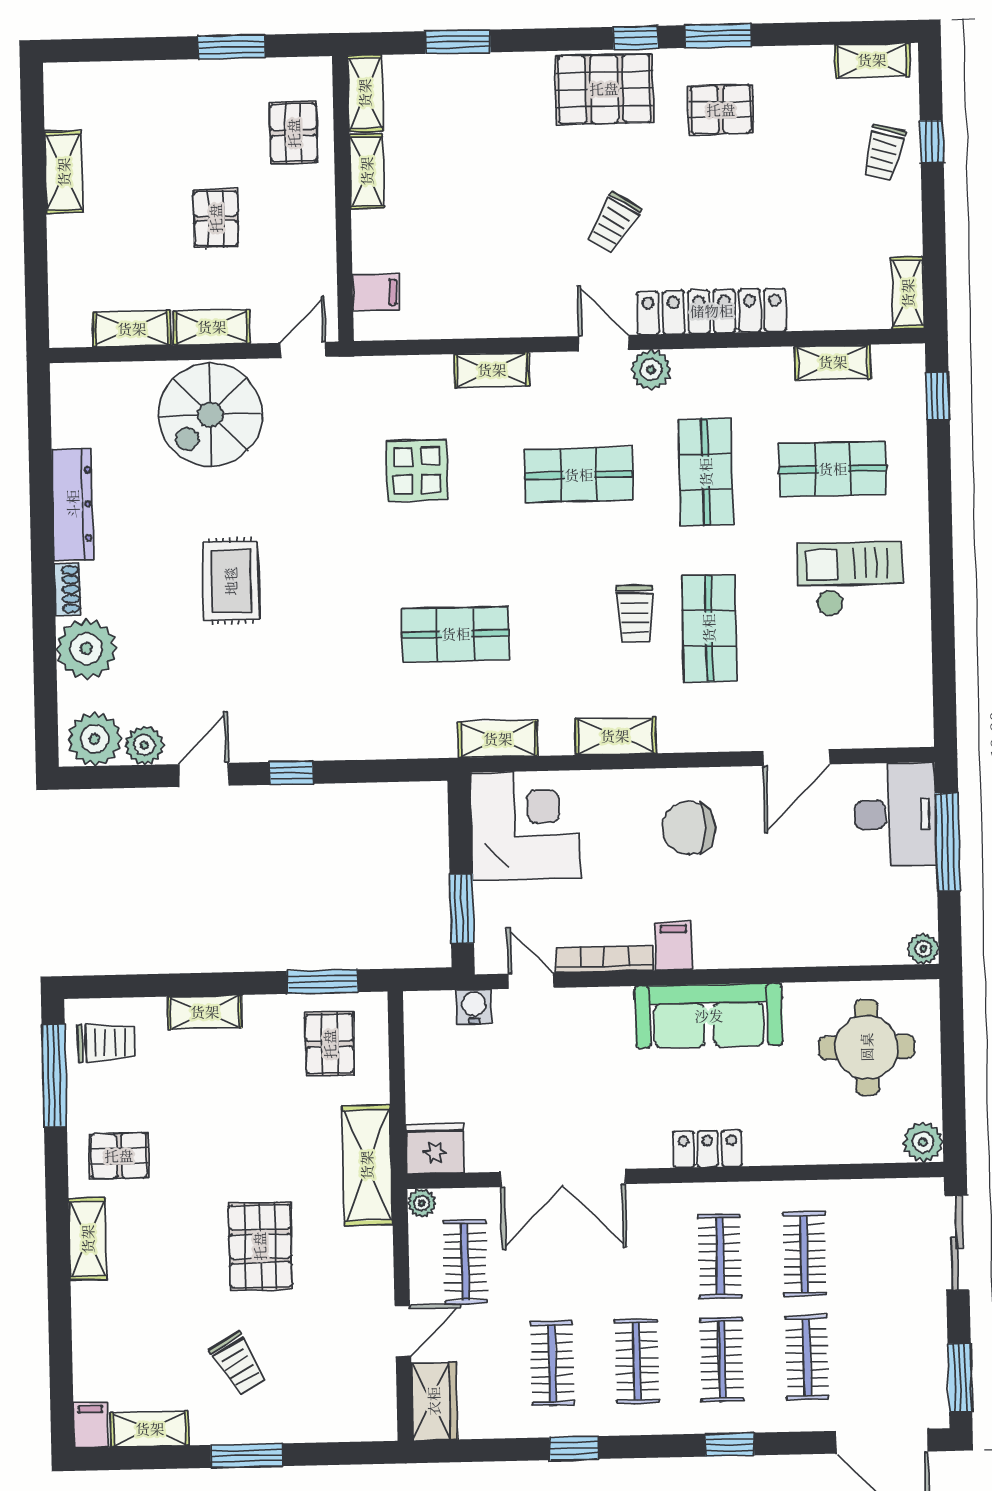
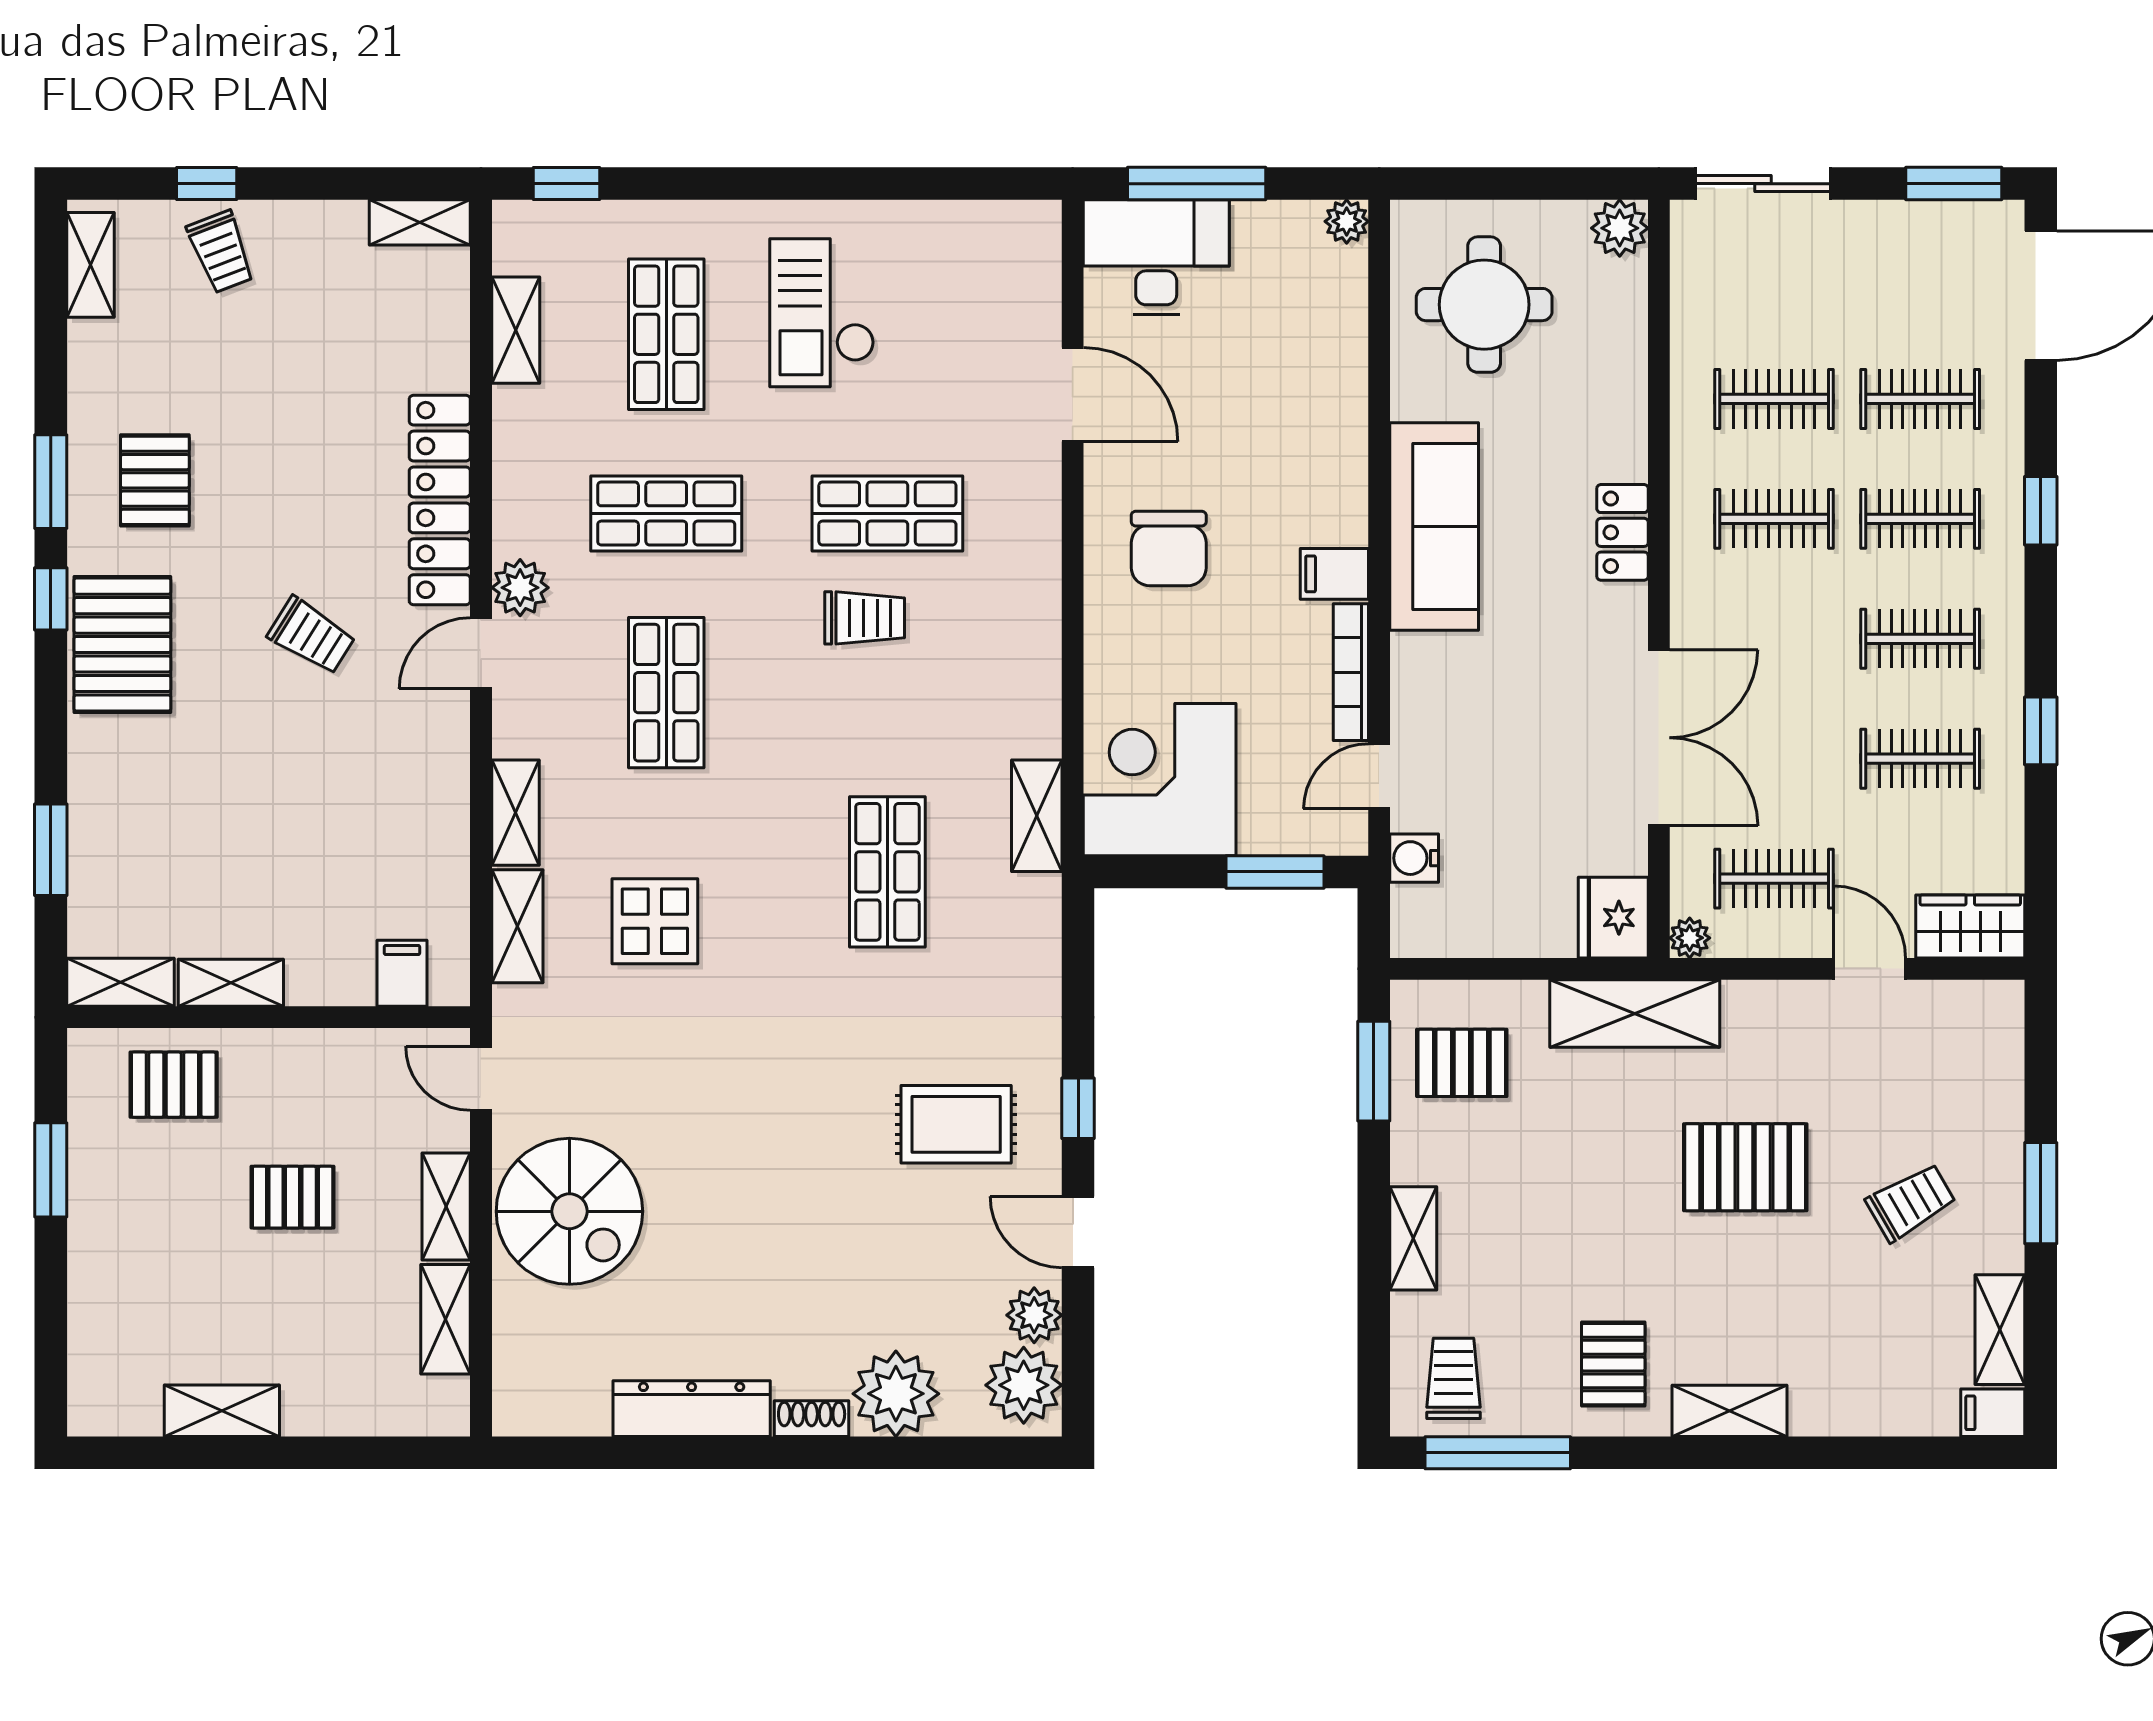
trolley: (884, 153) -> (221, 252), turned 54
rug: (231, 581) -> (956, 1124), moved
shelving: (615, 736) -> (517, 926), moved

